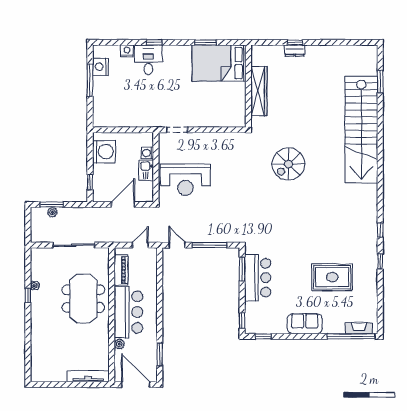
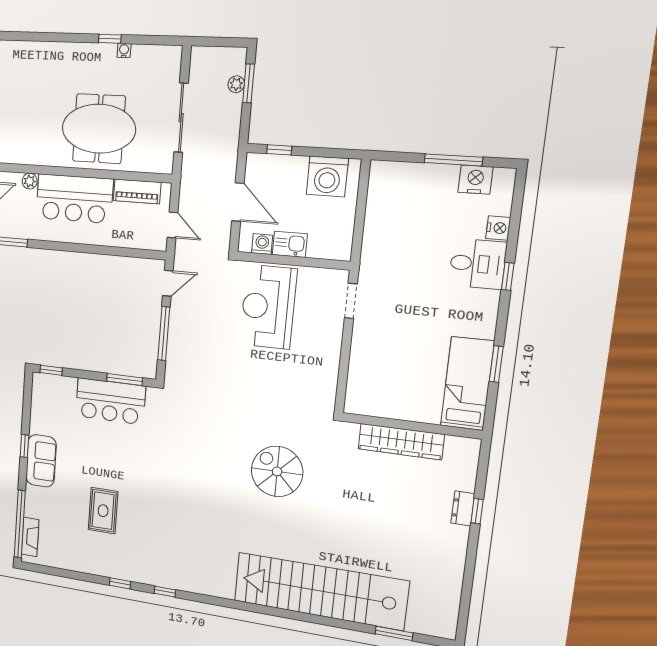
bed: (219, 63) -> (467, 384), width x0.67
washing machine: (147, 153) -> (262, 244), moved
rug: (332, 277) -> (103, 511), width x0.73, depth x0.70
window: (263, 336) -> (24, 446), moved

